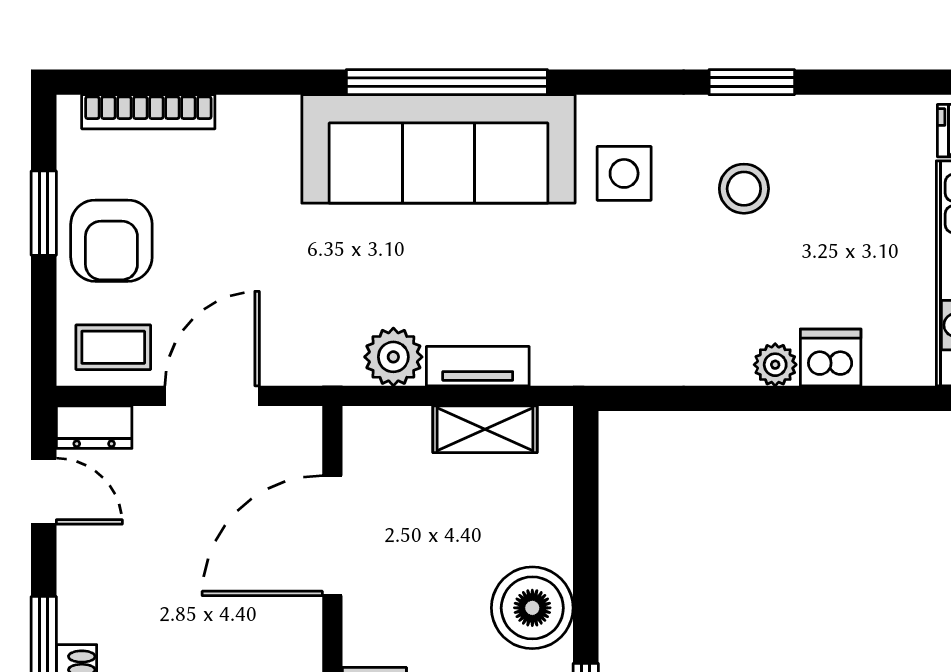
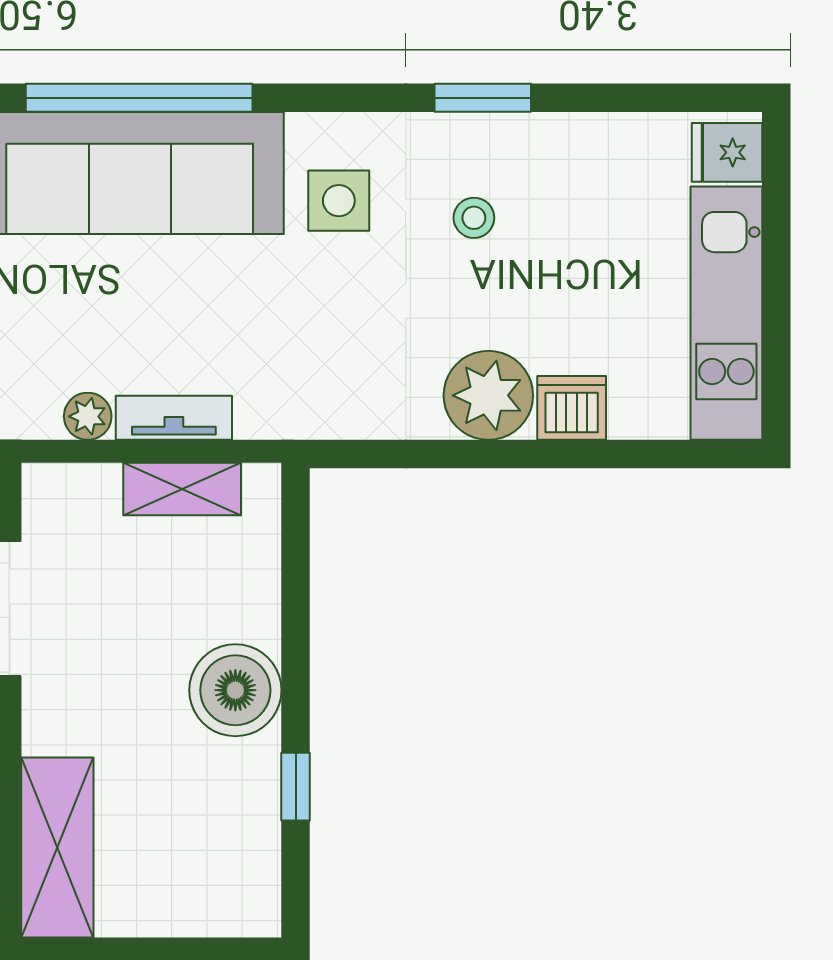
stool: (744, 189) -> (474, 218), width x0.73, depth x0.73
plant: (393, 357) -> (88, 416), width x0.73, depth x0.73
plant: (775, 365) -> (488, 395), width x1.88, depth x1.88

